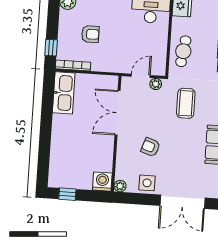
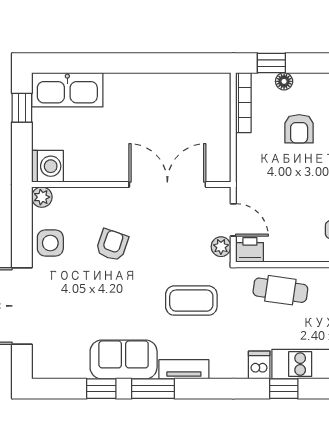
floor lamp: (62, 41) -> (284, 81), added
printer: (159, 67) -> (250, 250), added
kitchen sink: (64, 93) -> (67, 90), moved

